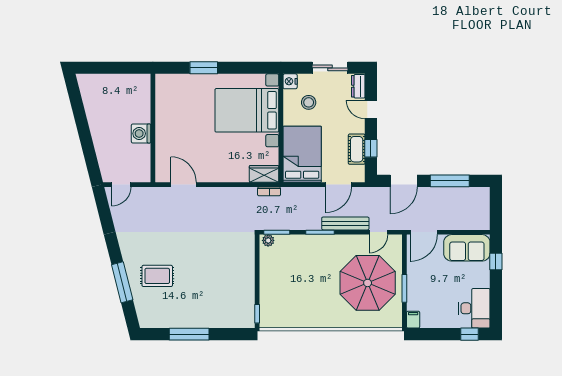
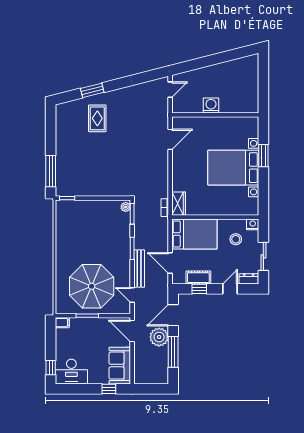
bed with nightstands: (247, 110) -> (233, 168), moved, turned -90
door: (404, 181) -> (173, 315), hinge flipped
door: (121, 185) -> (170, 90), swing flipped
plant: (431, 198) -> (159, 337), added
window: (122, 282) -> (92, 90), width x0.69
window: (189, 334) -> (51, 171), moved

